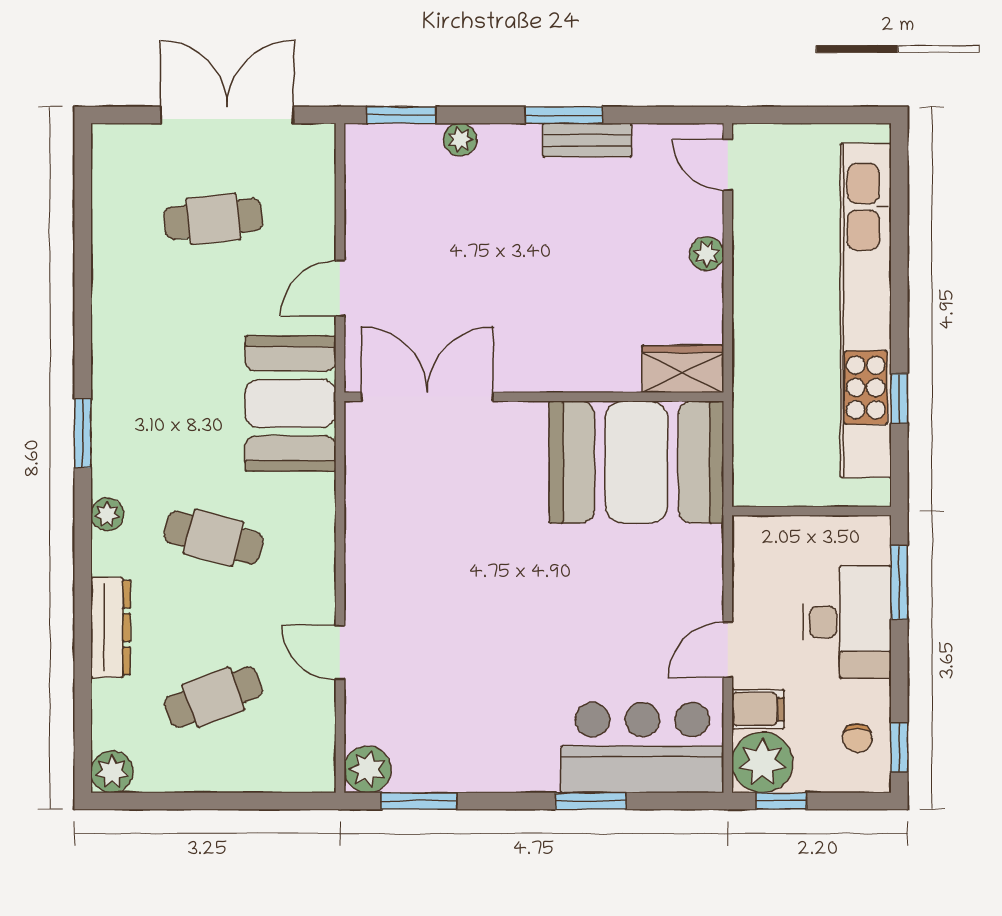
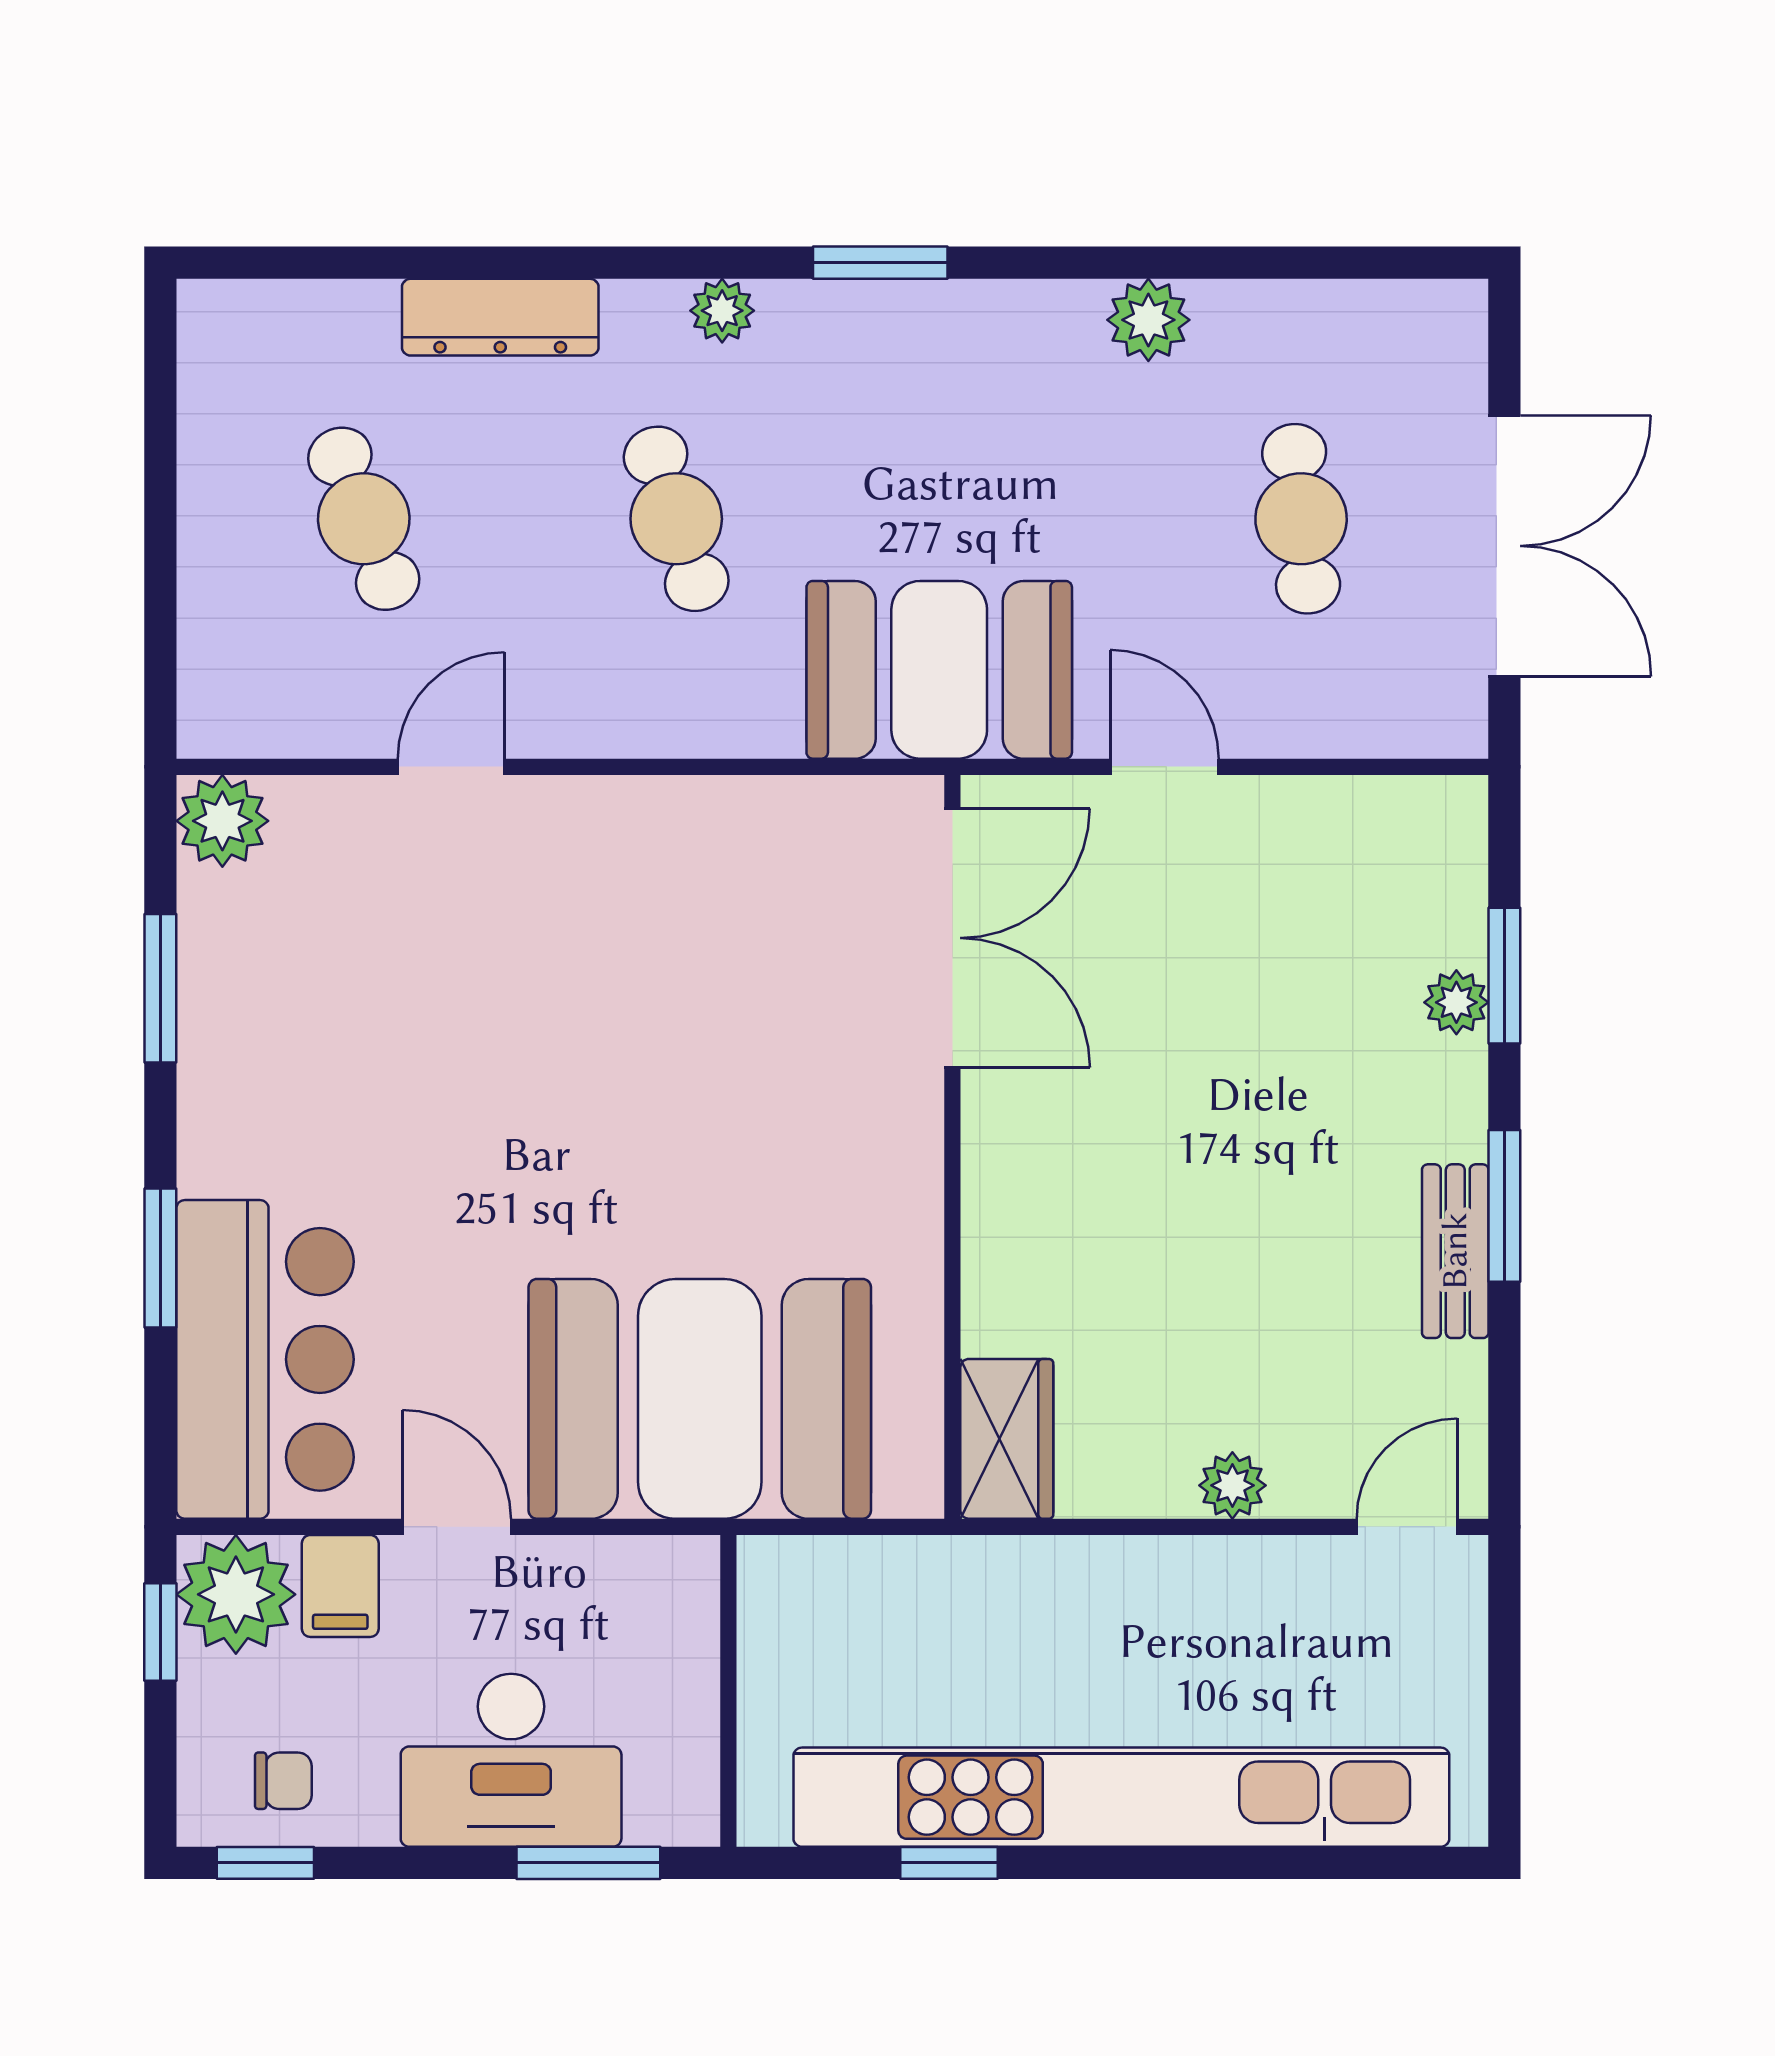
window: (401, 115) -> (1504, 976), moved
booth: (636, 462) -> (700, 1399), moved, turned 90
cafe table: (213, 538) -> (676, 519), turned -33
chair: (857, 738) -> (283, 1781), turned 180
plant: (112, 772) -> (1148, 320), moved
window: (419, 801) -> (160, 988), moved

